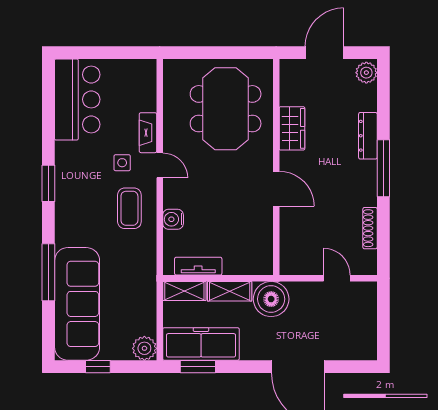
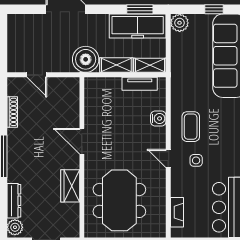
fireplace: (148, 133) -> (177, 212), moved
dresser: (368, 136) -> (14, 201), moved

